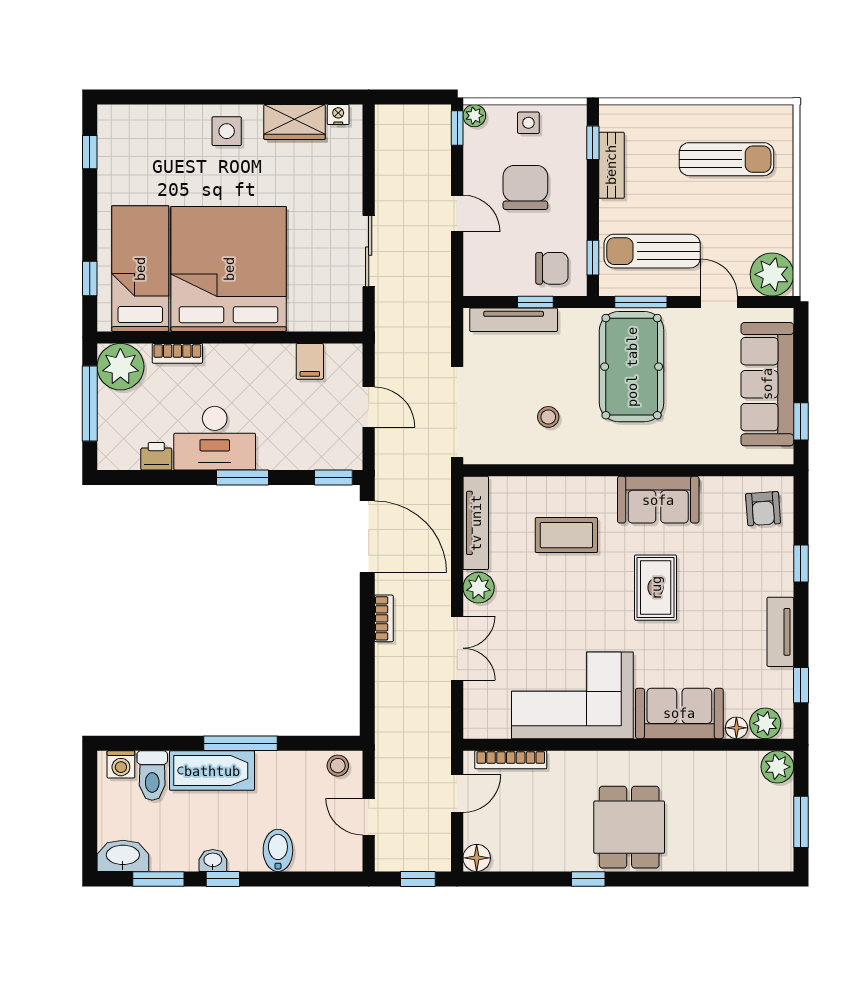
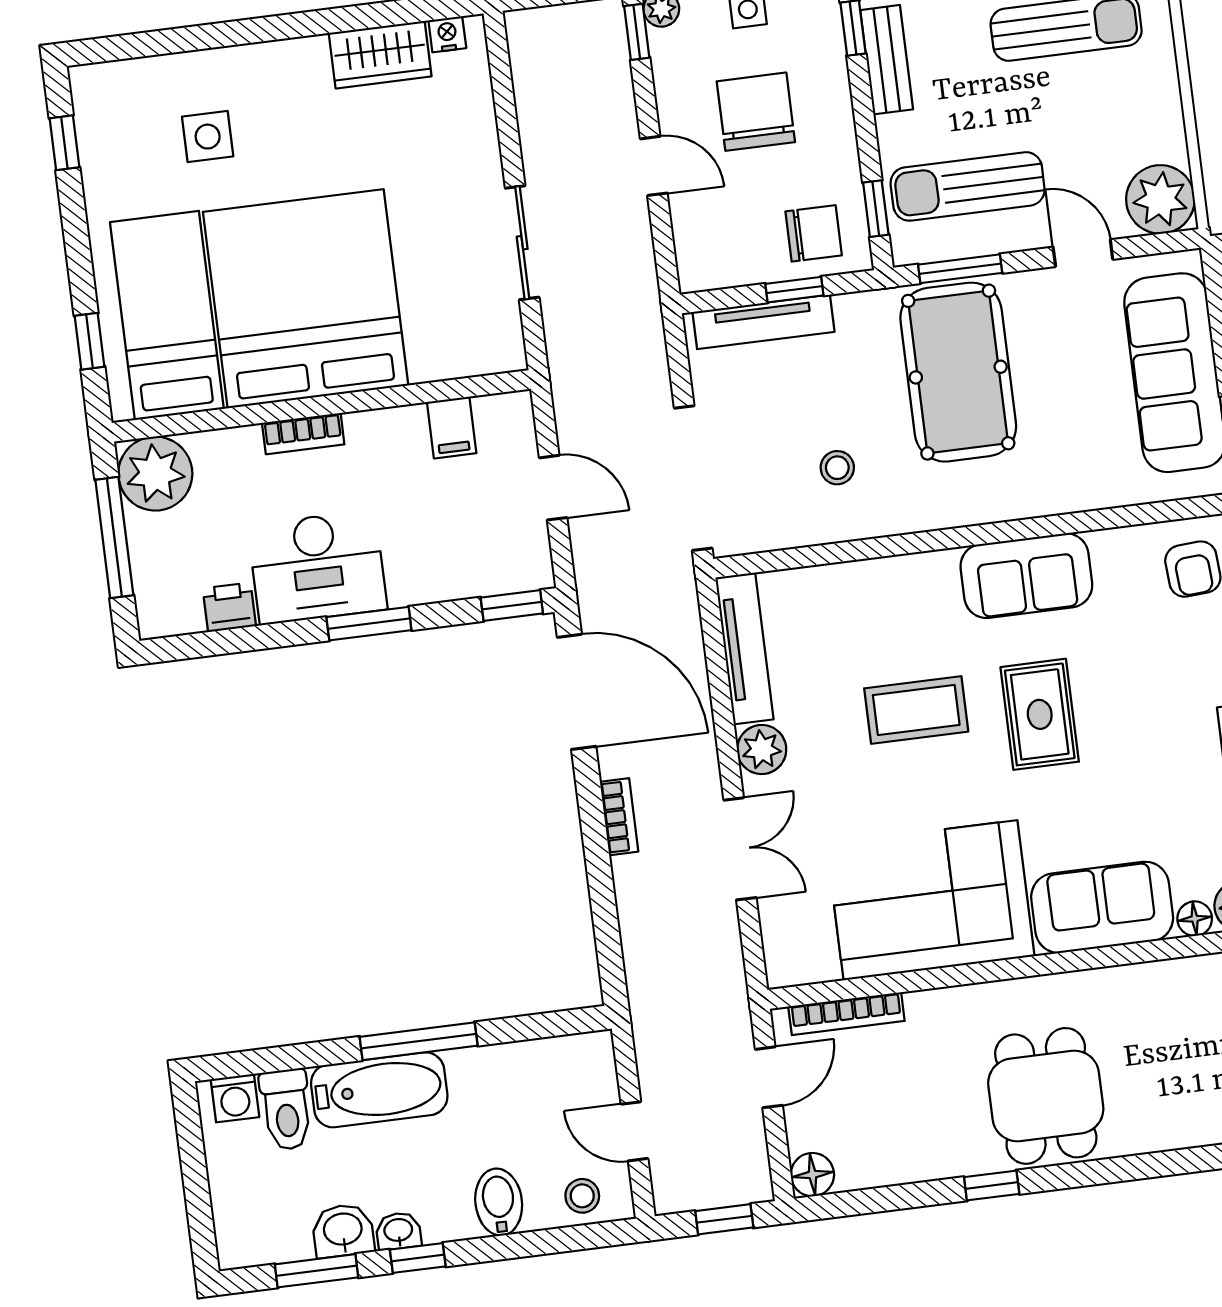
side table: (227, 131) -> (208, 137), moved
bookcase: (177, 353) -> (303, 434), moved
coffee table: (566, 535) -> (916, 710), moved
stool: (338, 766) -> (582, 1196), moved
washbasin: (123, 856) -> (343, 1231), moved, width x0.72

